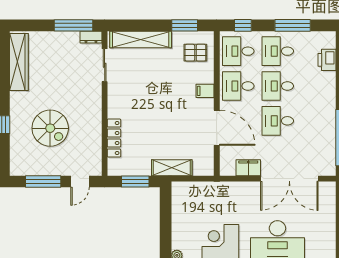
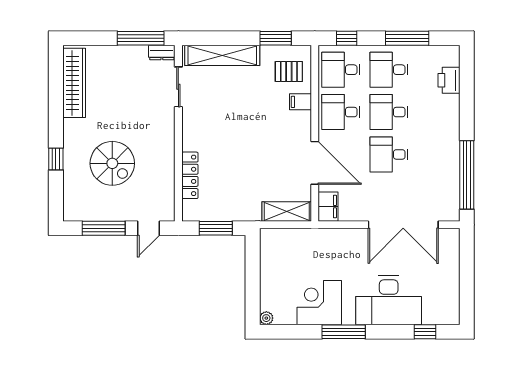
filing cabinet: (205, 91) -> (300, 102), moved
shelving: (172, 168) -> (287, 211), moved
filing cabinet: (248, 168) -> (328, 207), moved, turned 90

